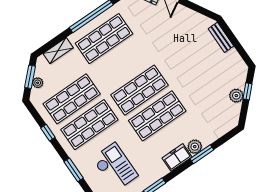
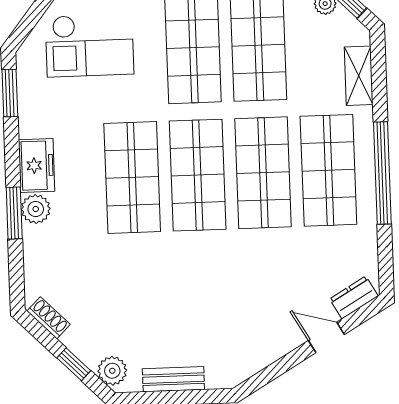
bench: (221, 37) -> (173, 379), moved
shop shelf: (122, 64) -> (263, 173), added
plant: (236, 96) -> (112, 371), moved
shoe rack: (235, 114) -> (49, 318), added

